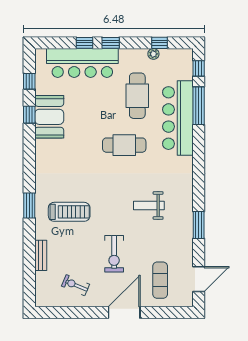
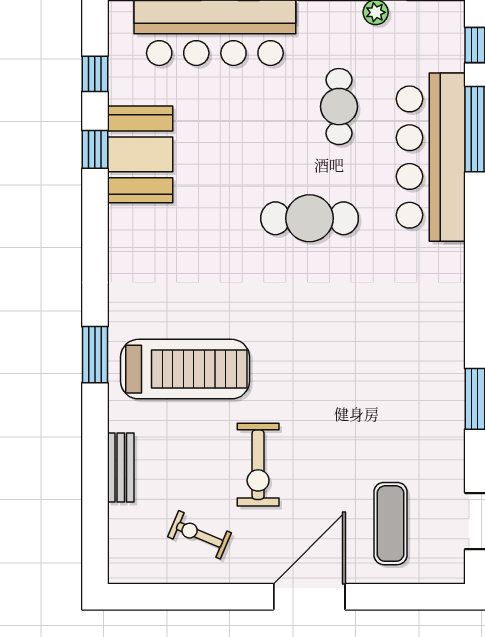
cafe table: (137, 96) -> (339, 107), width x0.73, depth x0.74
weight bench: (149, 205) -> (365, 355), removed
treadmill: (69, 212) -> (185, 369), width x1.37, depth x1.38
exercise bike: (114, 254) -> (258, 465), moved

